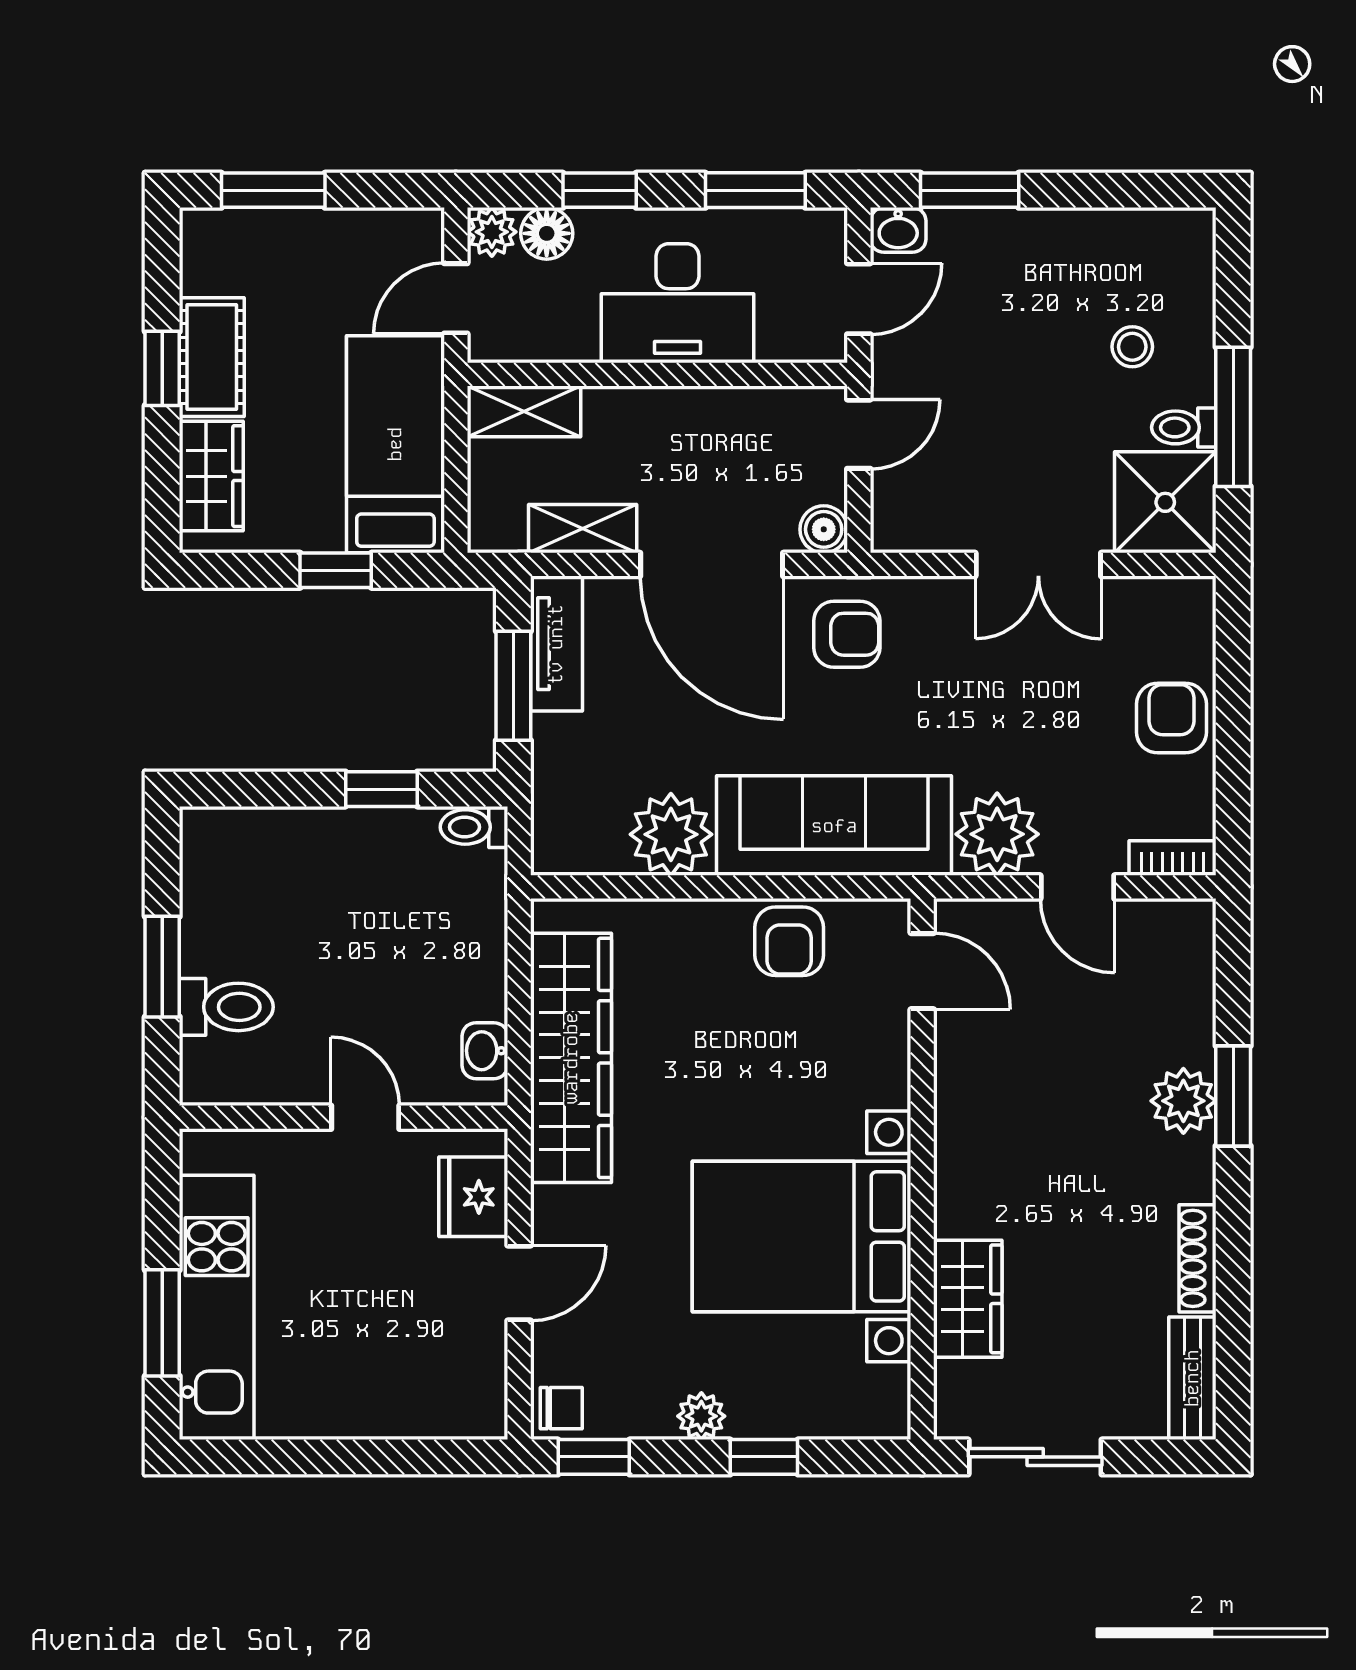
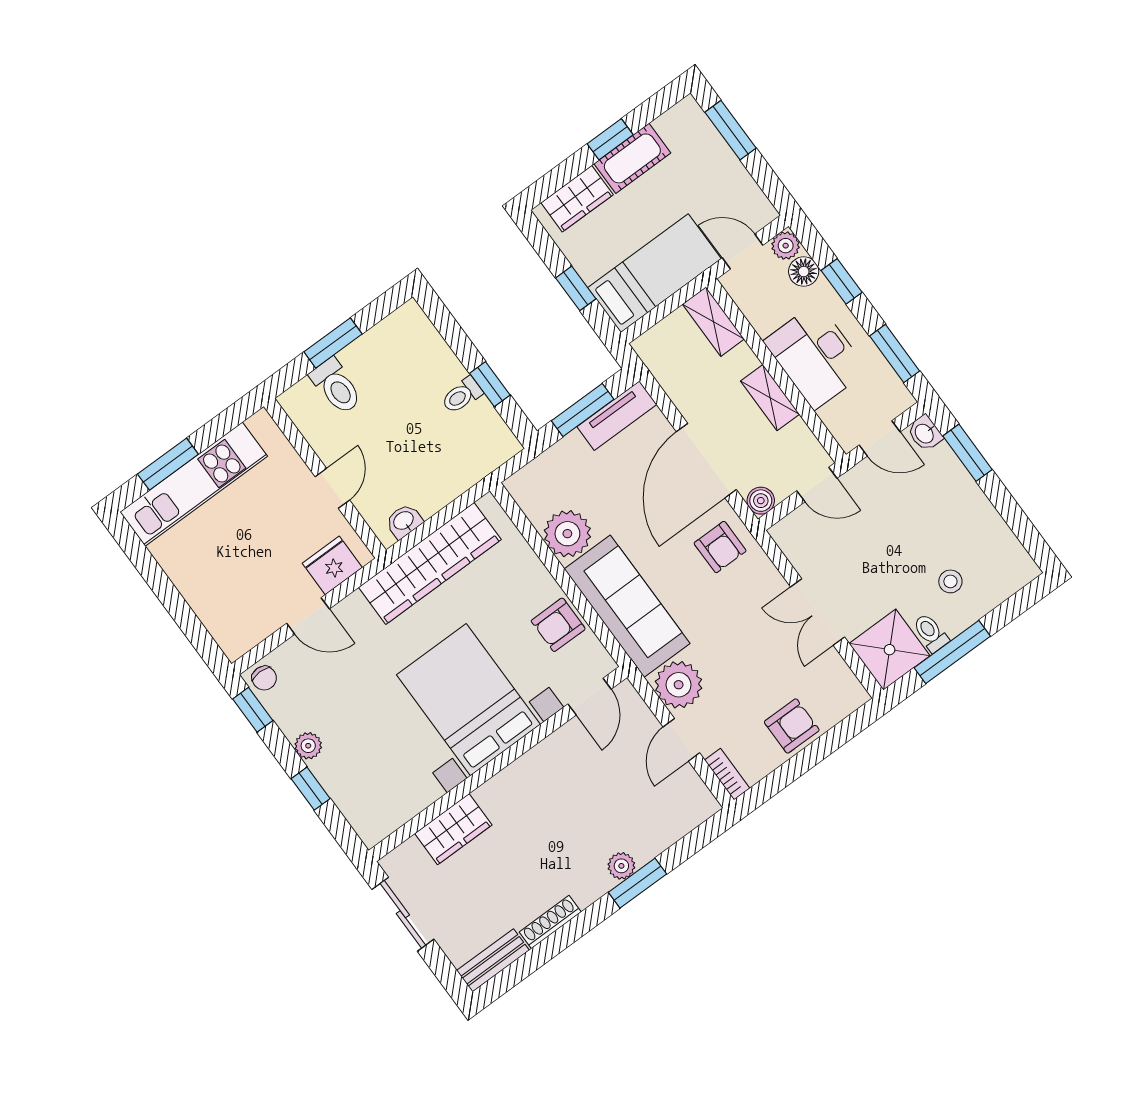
shelving: (583, 529) -> (770, 398), moved
toilet: (474, 827) -> (462, 395), moved, turned -90
plant: (1183, 1101) -> (621, 866), width x0.73, depth x0.73
bed with nightstands: (801, 1236) -> (468, 700), moved

